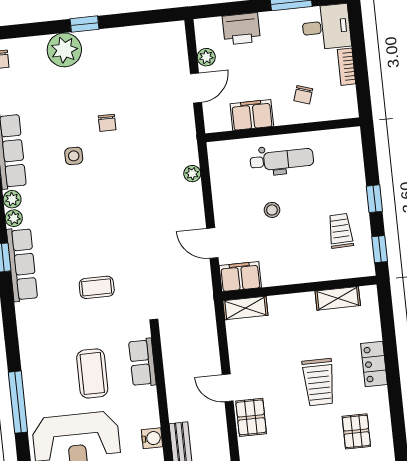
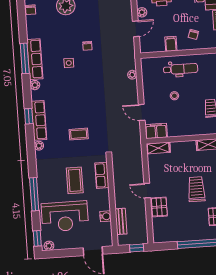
filing cabinet: (252, 115) -> (171, 44), width x0.50
plant: (14, 218) -> (39, 146), moved
trolley: (319, 382) -> (196, 189), turned 180

